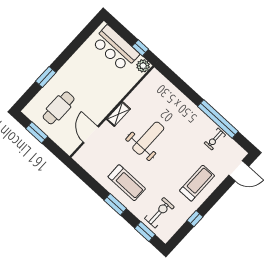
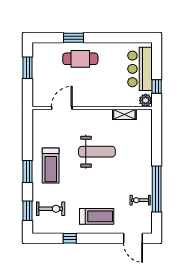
cafe table: (59, 108) -> (80, 59), moved
shelving: (118, 114) -> (124, 114), moved

